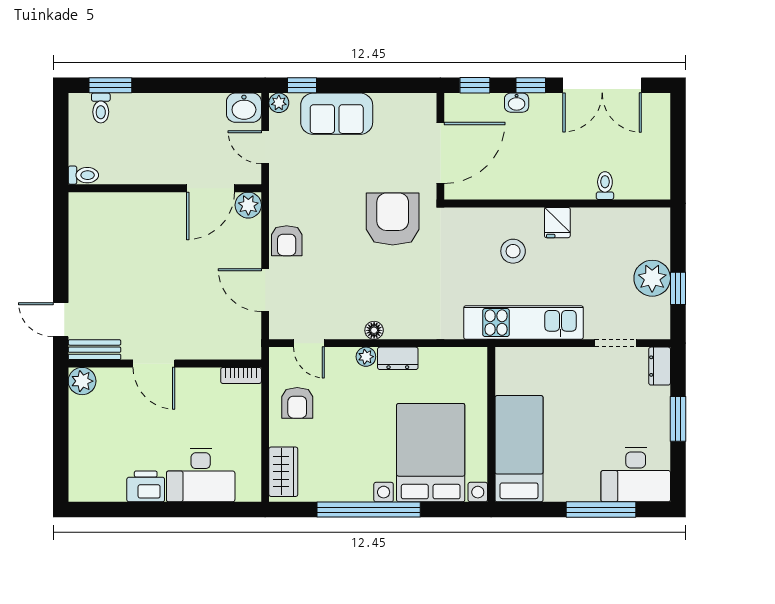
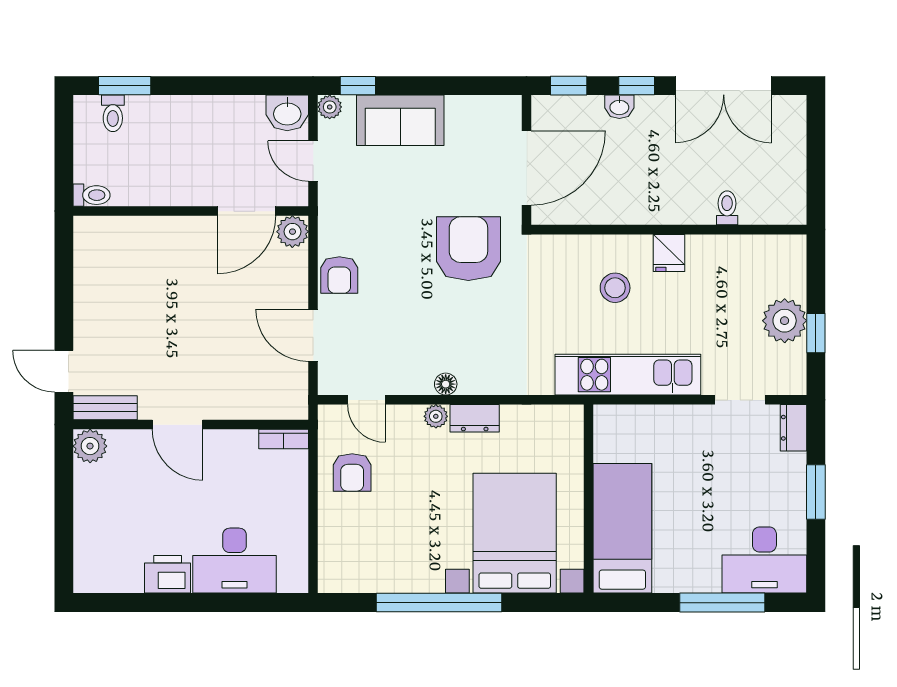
wardrobe: (283, 472) -> (335, 556), removed

